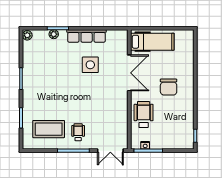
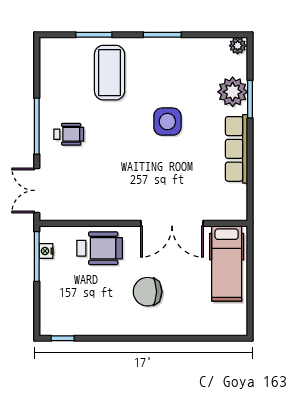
plant: (54, 34) -> (233, 92), width x1.87, depth x1.87
side table: (90, 65) -> (167, 122), moved
coffee table: (49, 129) -> (110, 73), moved

